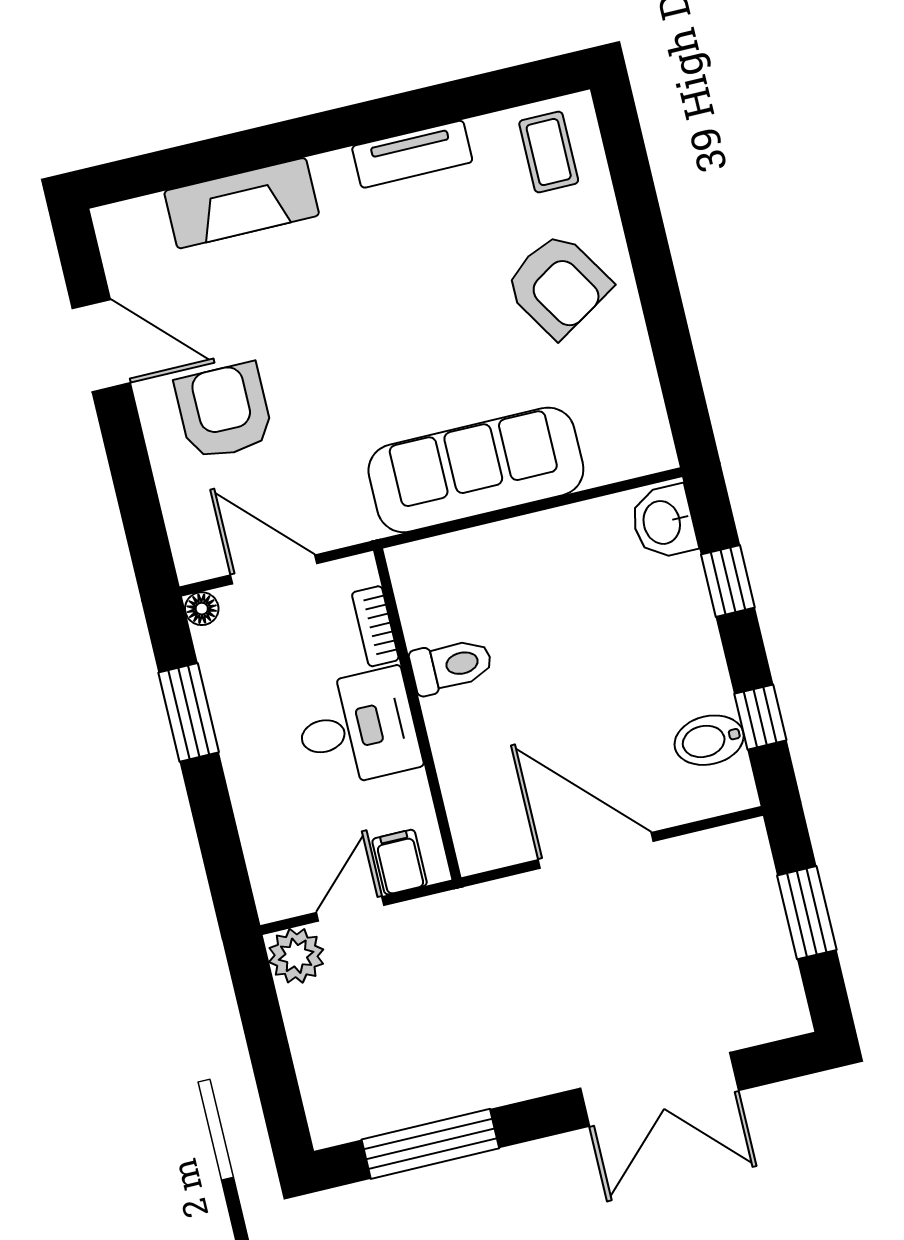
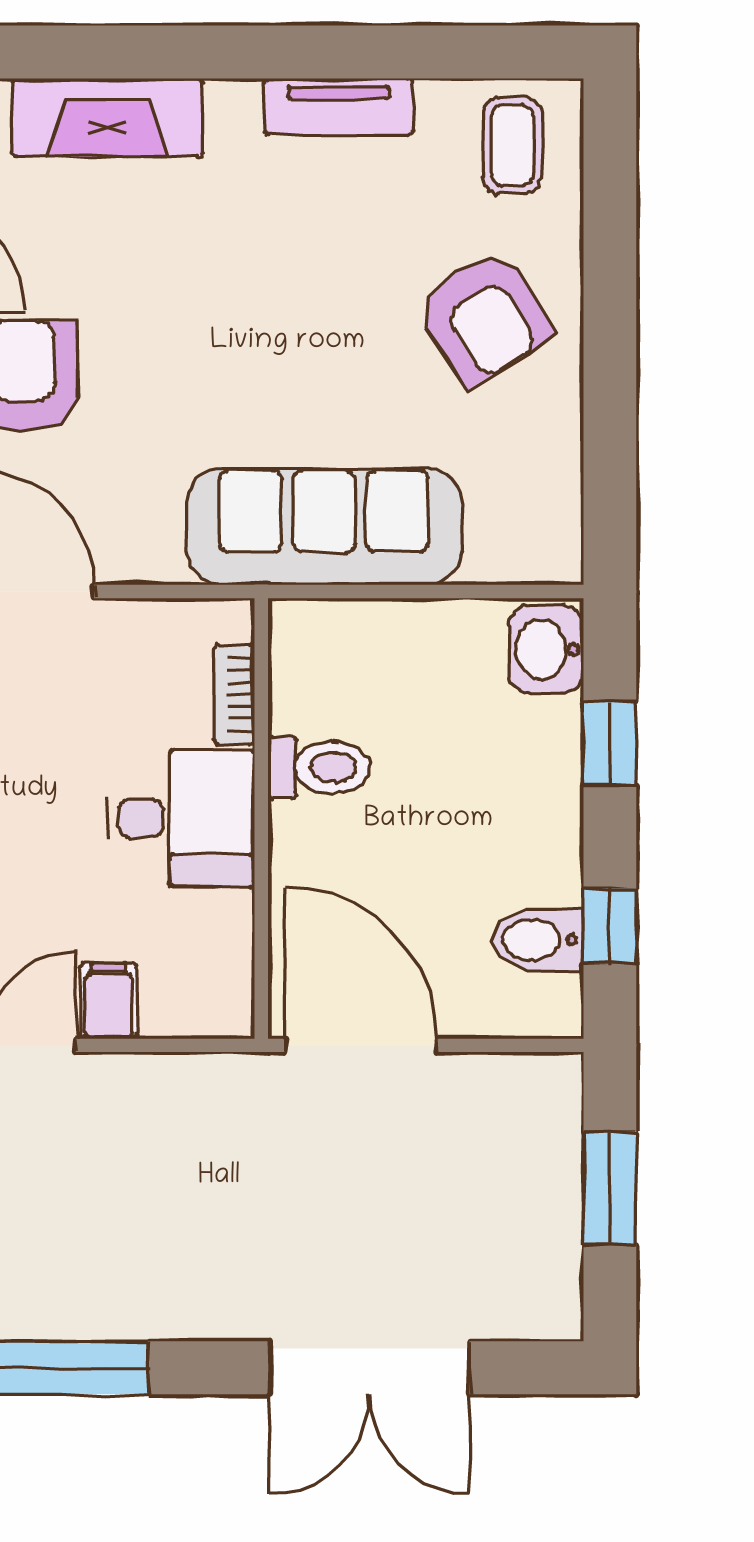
bookcase: (375, 626) -> (235, 694), moved
toilet: (451, 666) -> (319, 767), moved
wall: (417, 714) -> (261, 818), moved
desk: (357, 728) -> (181, 818), moved

